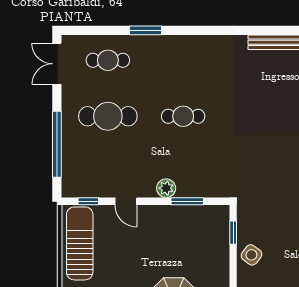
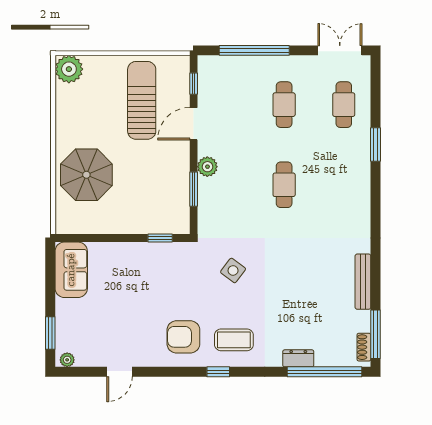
cafe table: (108, 116) -> (284, 105), width x0.73, depth x0.74
door: (126, 201) -> (194, 124), width x1.38
sun lounger: (80, 243) -> (142, 100), moved, turned -90
side table: (251, 255) -> (233, 270), moved

